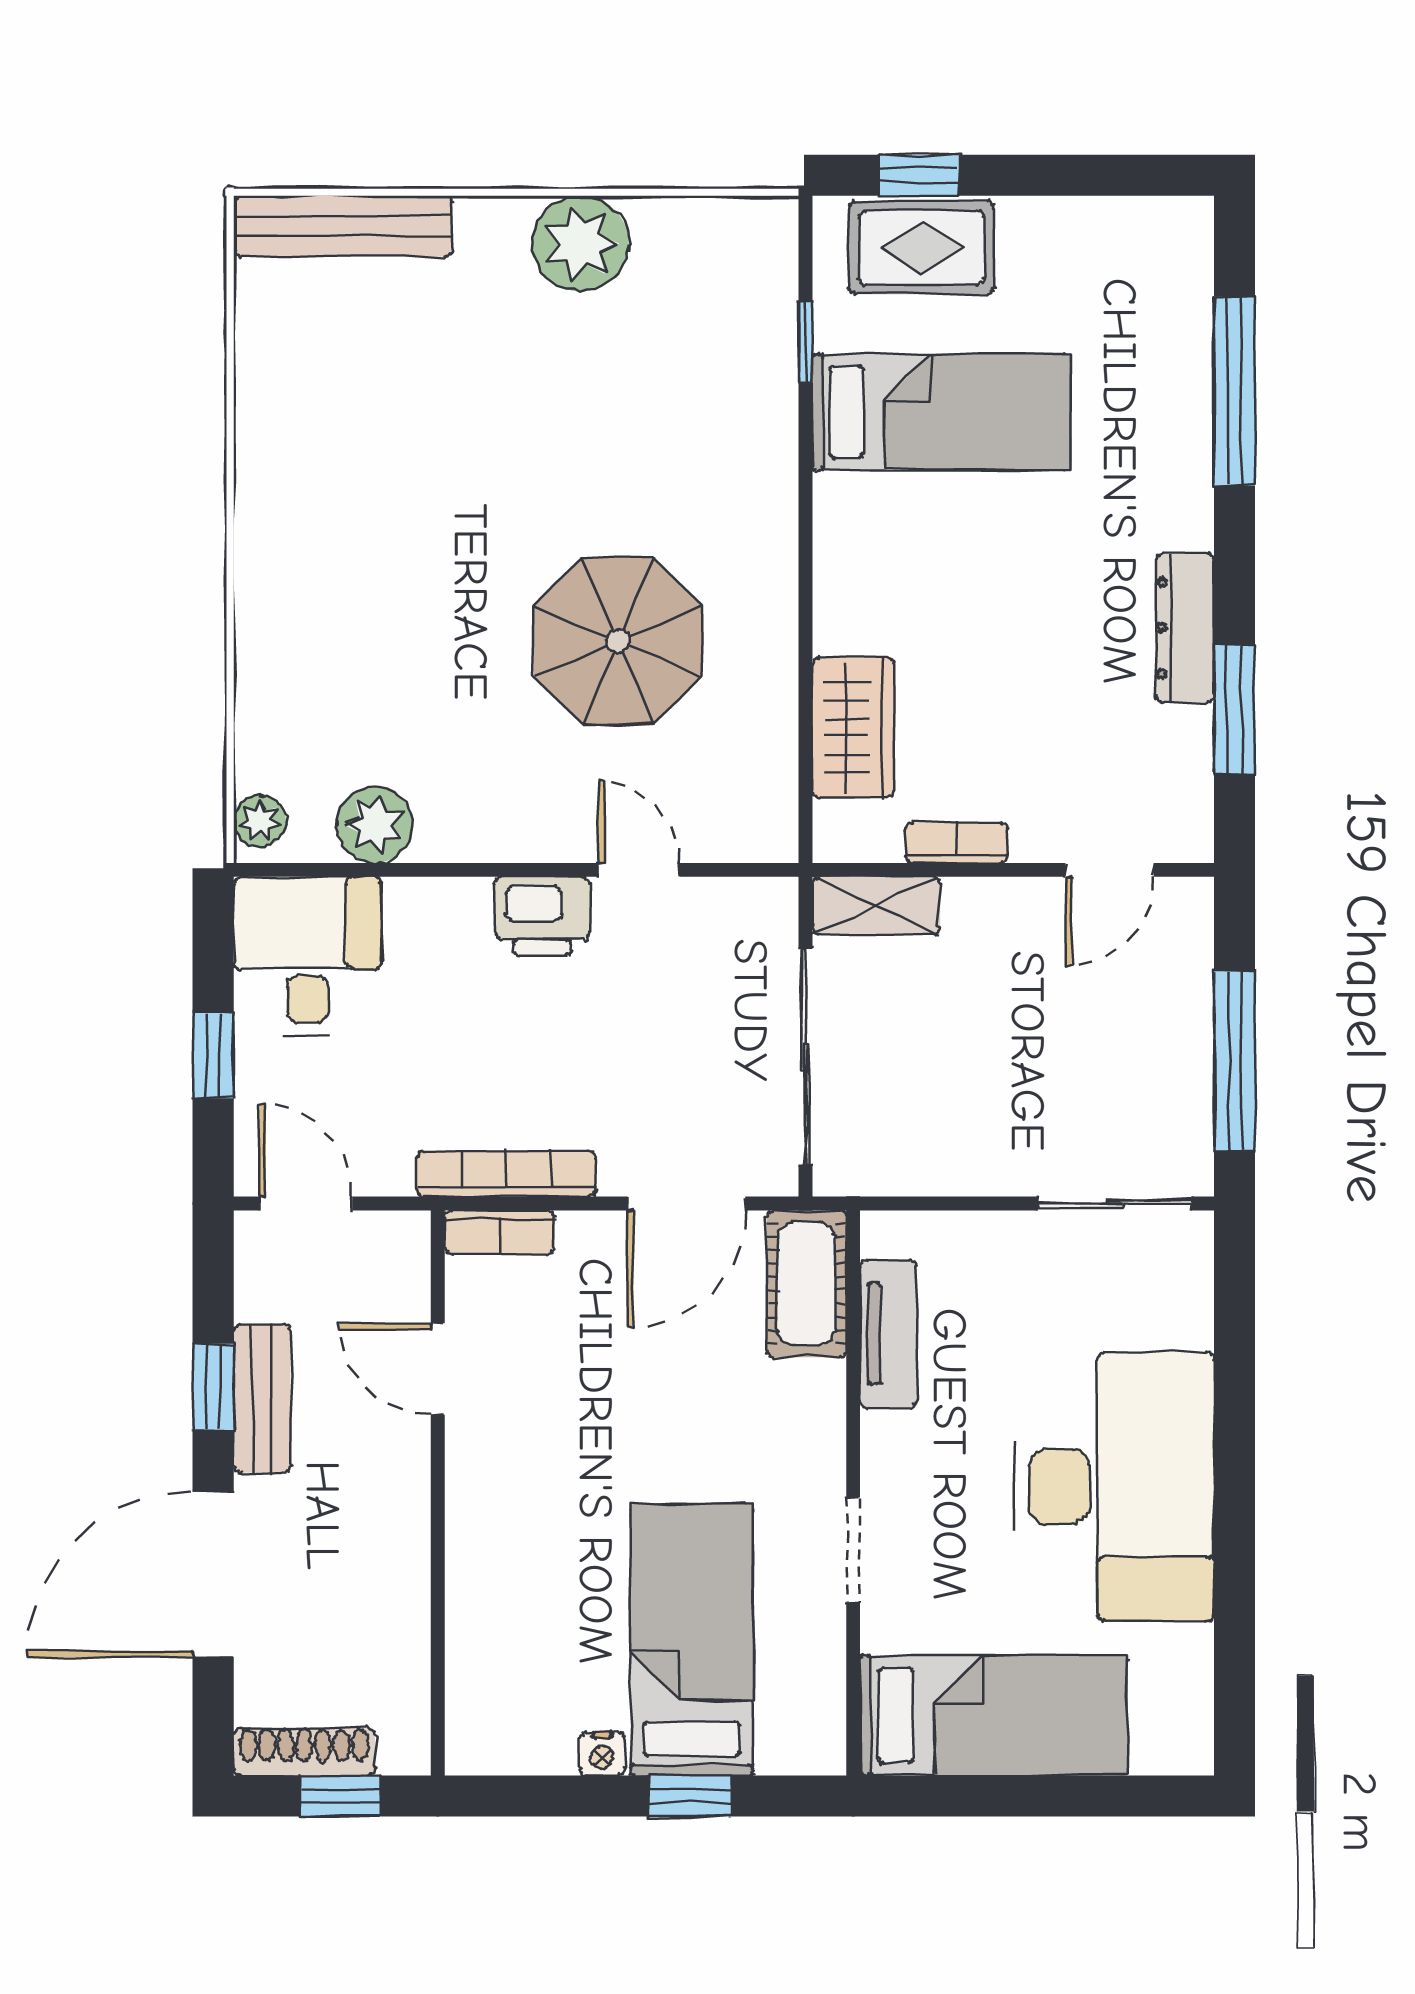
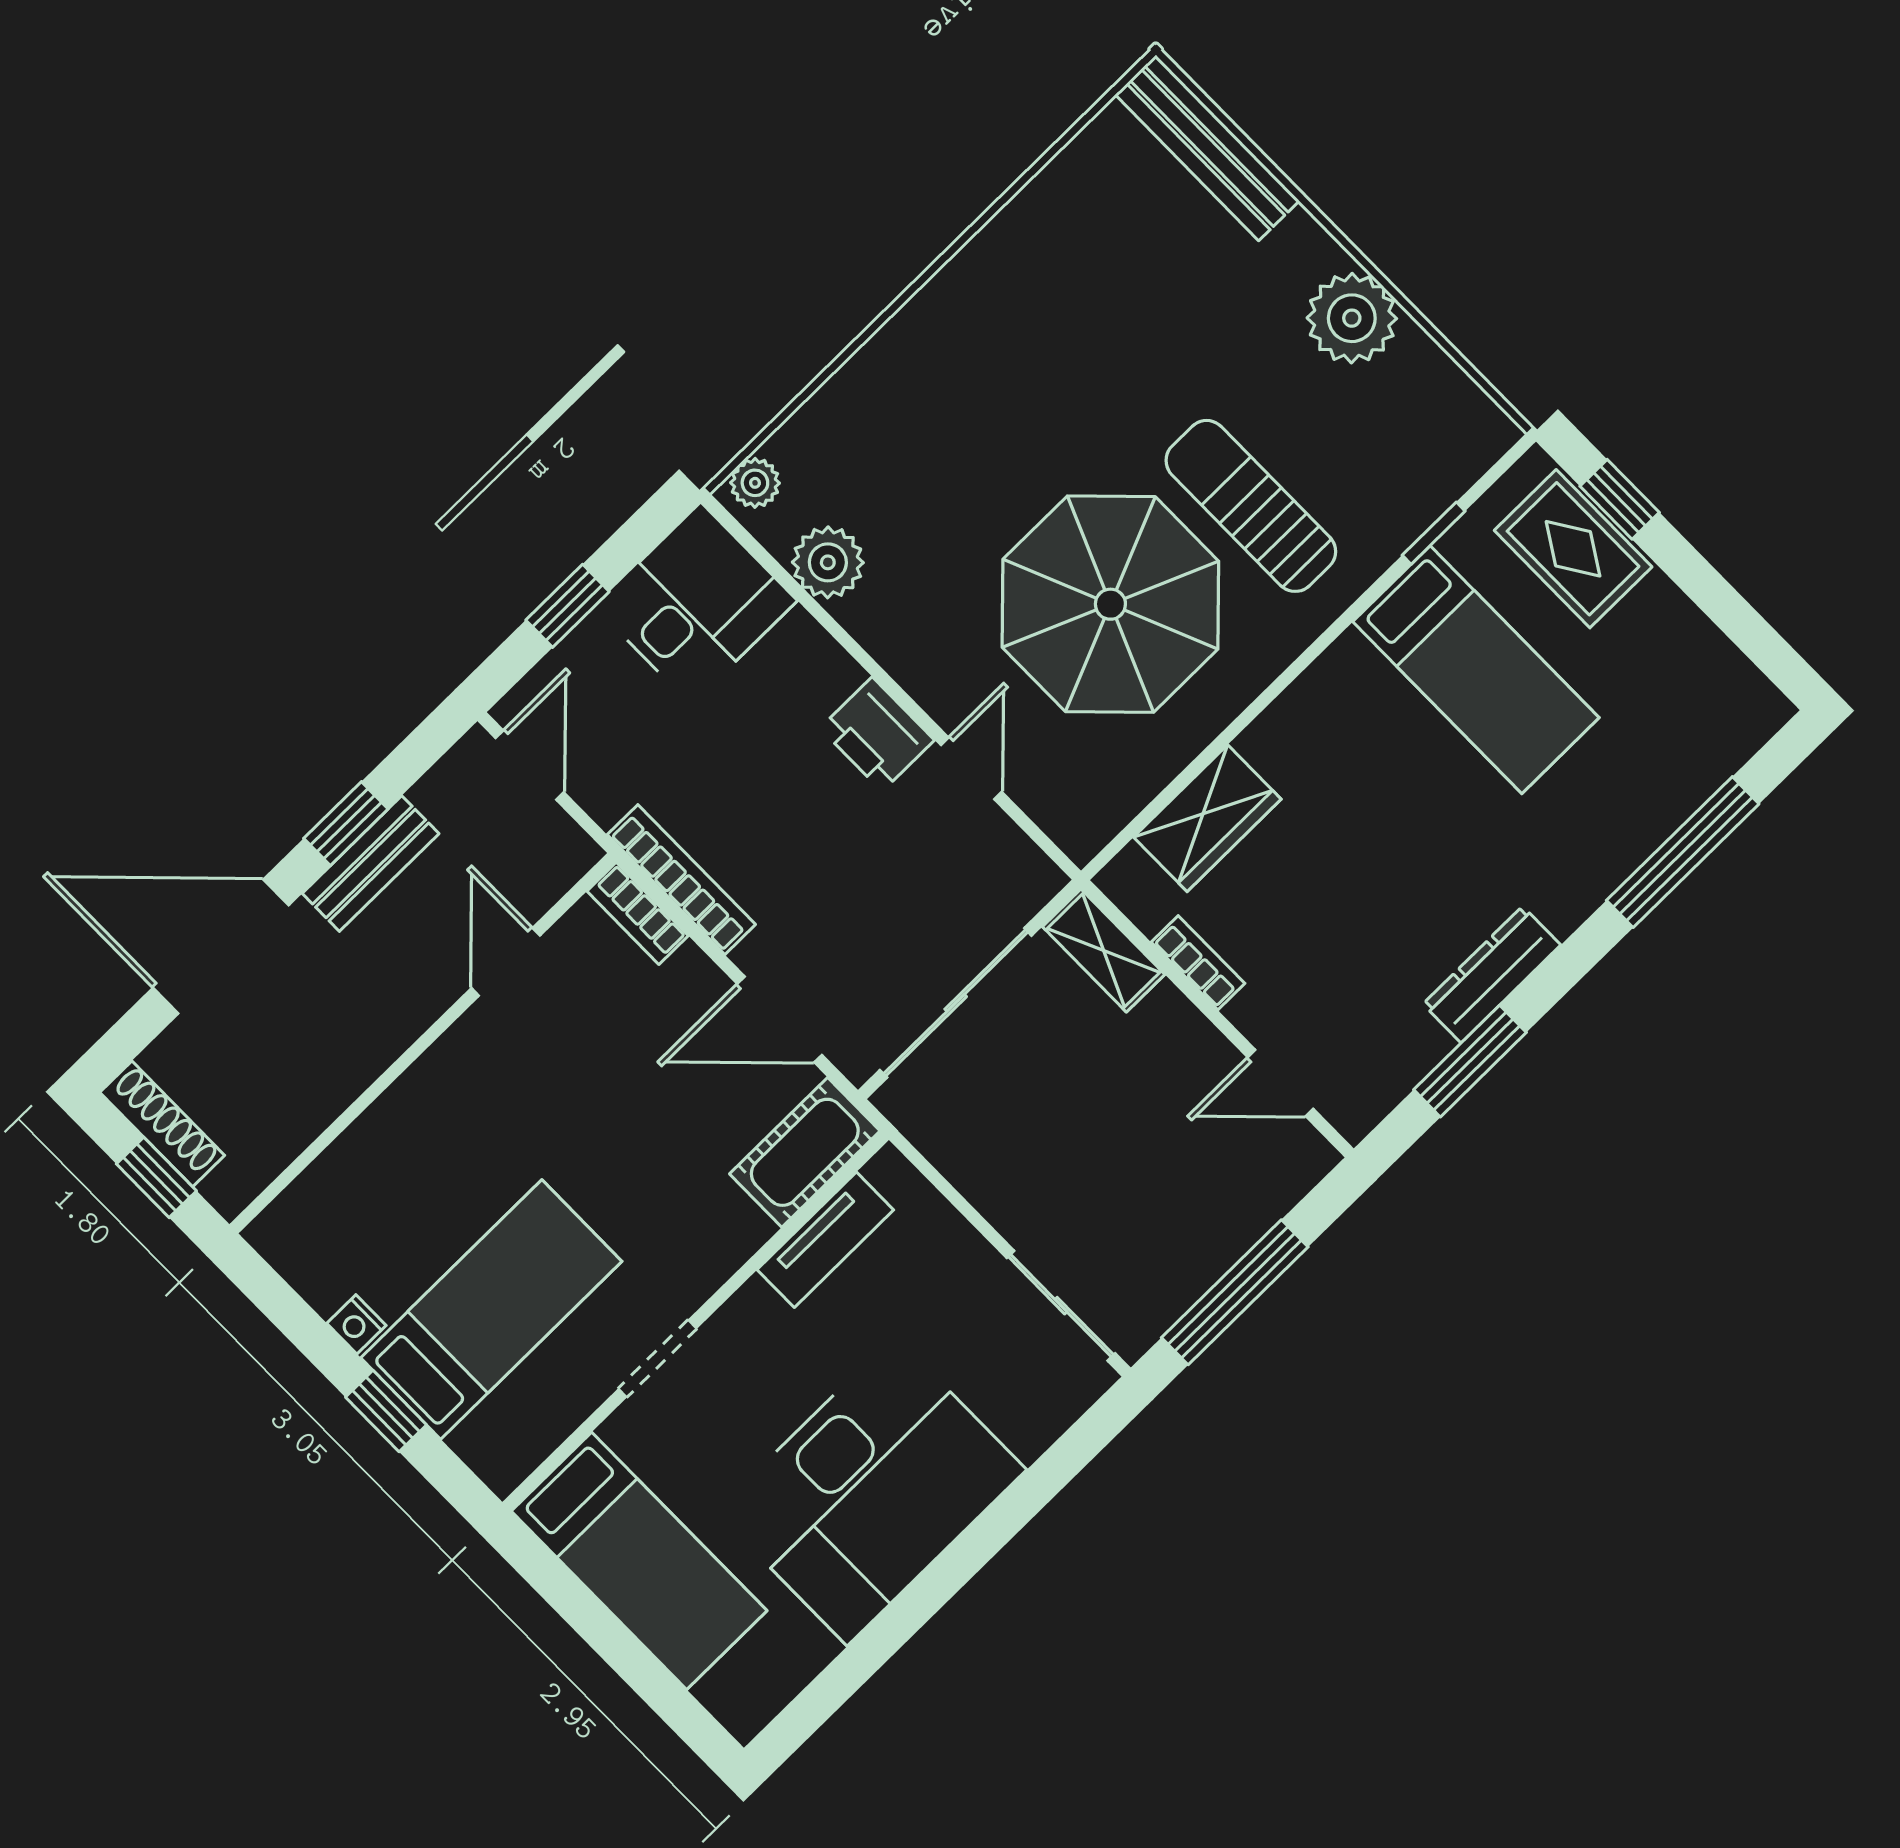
sun lounger: (648, 461) -> (1251, 506), added
parasol: (618, 641) -> (1110, 604), width x1.36, depth x1.36

